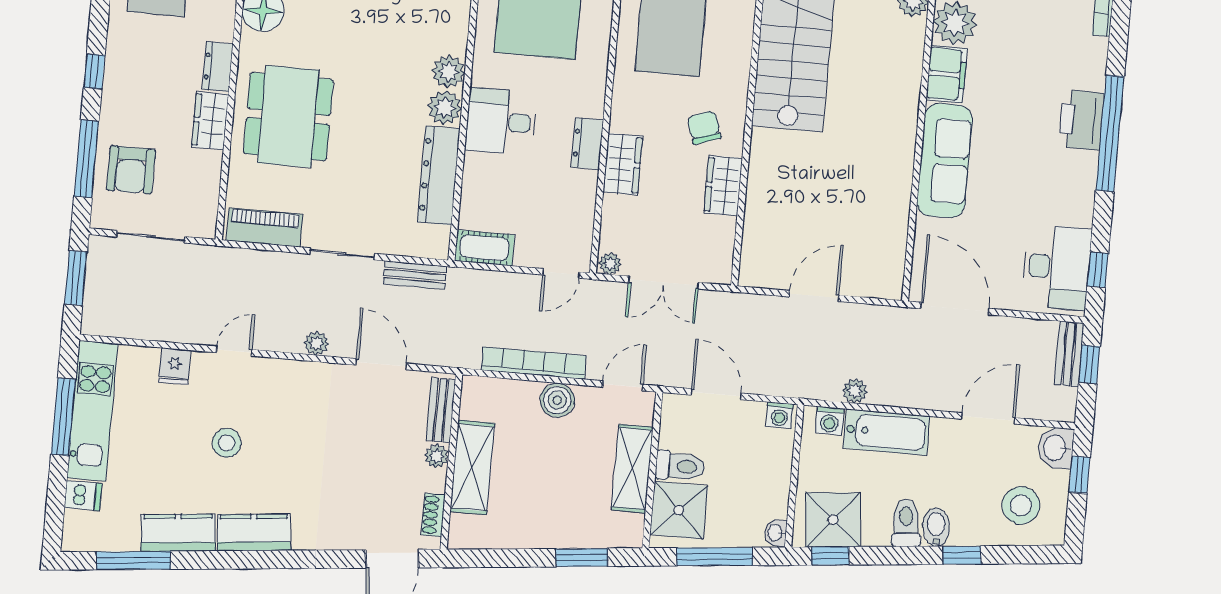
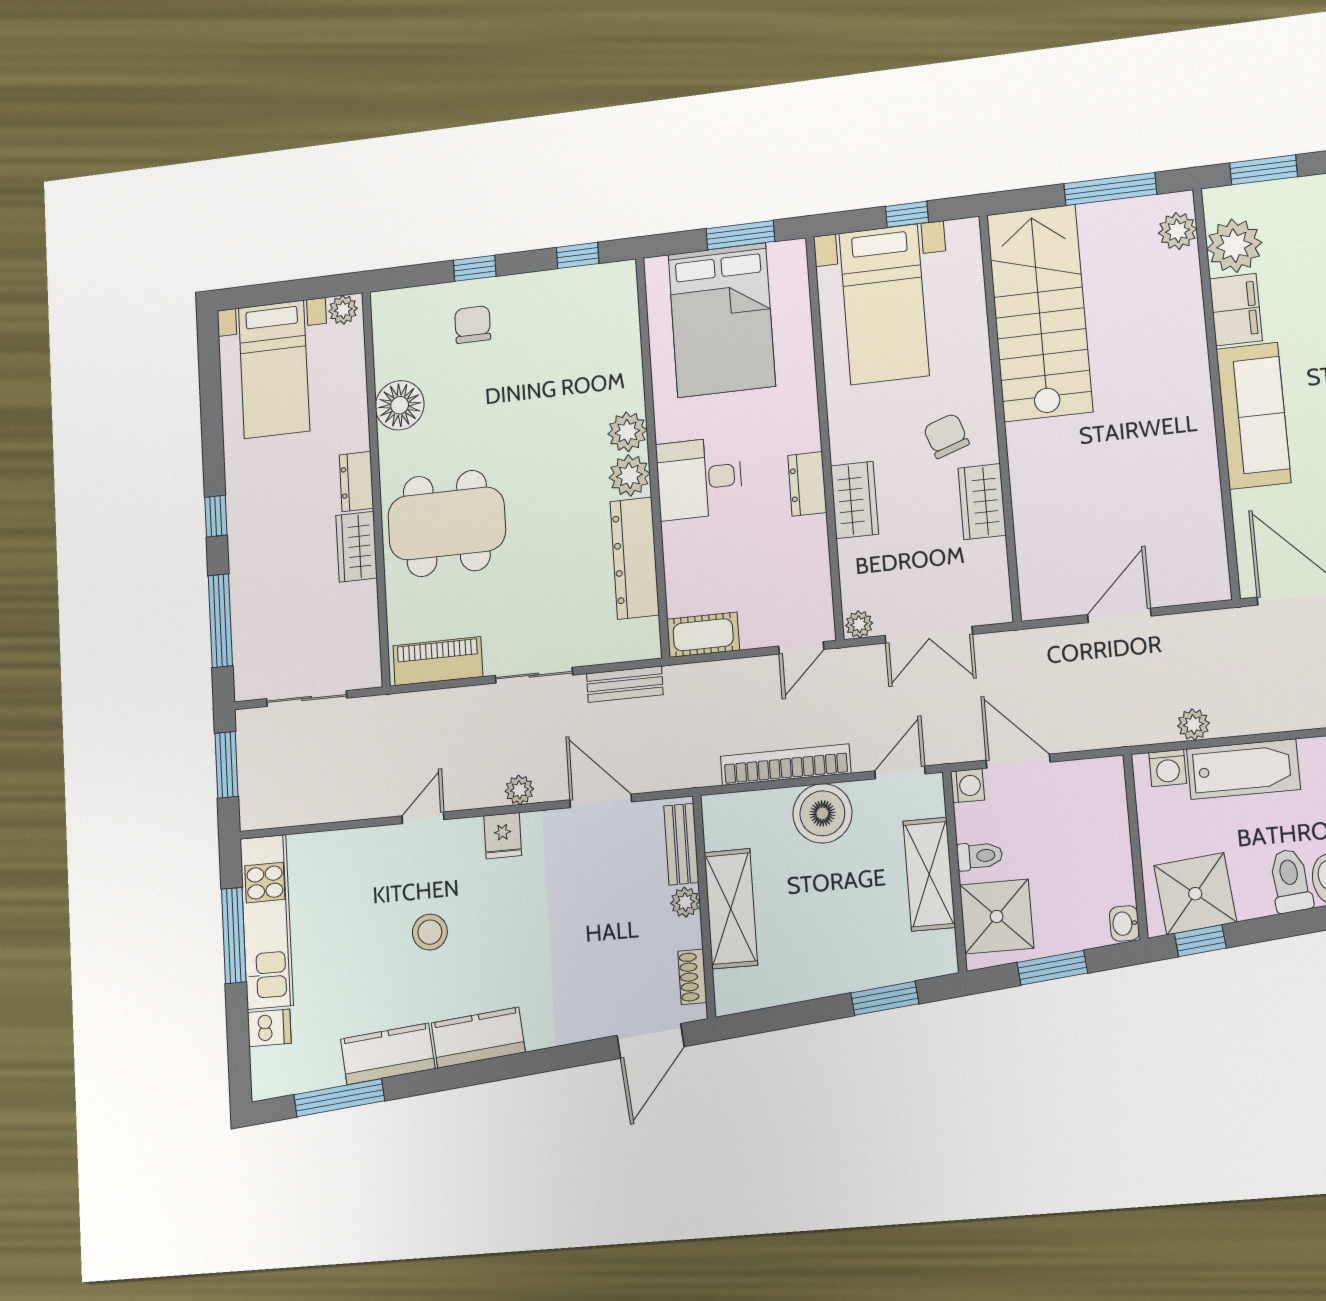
dining table: (288, 116) -> (447, 523), turned 90
armchair: (131, 170) -> (273, 623), removed
fridge: (175, 366) -> (503, 836), moved
boiler: (557, 400) -> (822, 813), width x1.37, depth x1.37
washing machine: (780, 415) -> (968, 786), moved, turned -90
toilet: (680, 466) -> (980, 856), width x0.73, depth x0.72
window: (715, 557) -> (1052, 968), width x0.69

